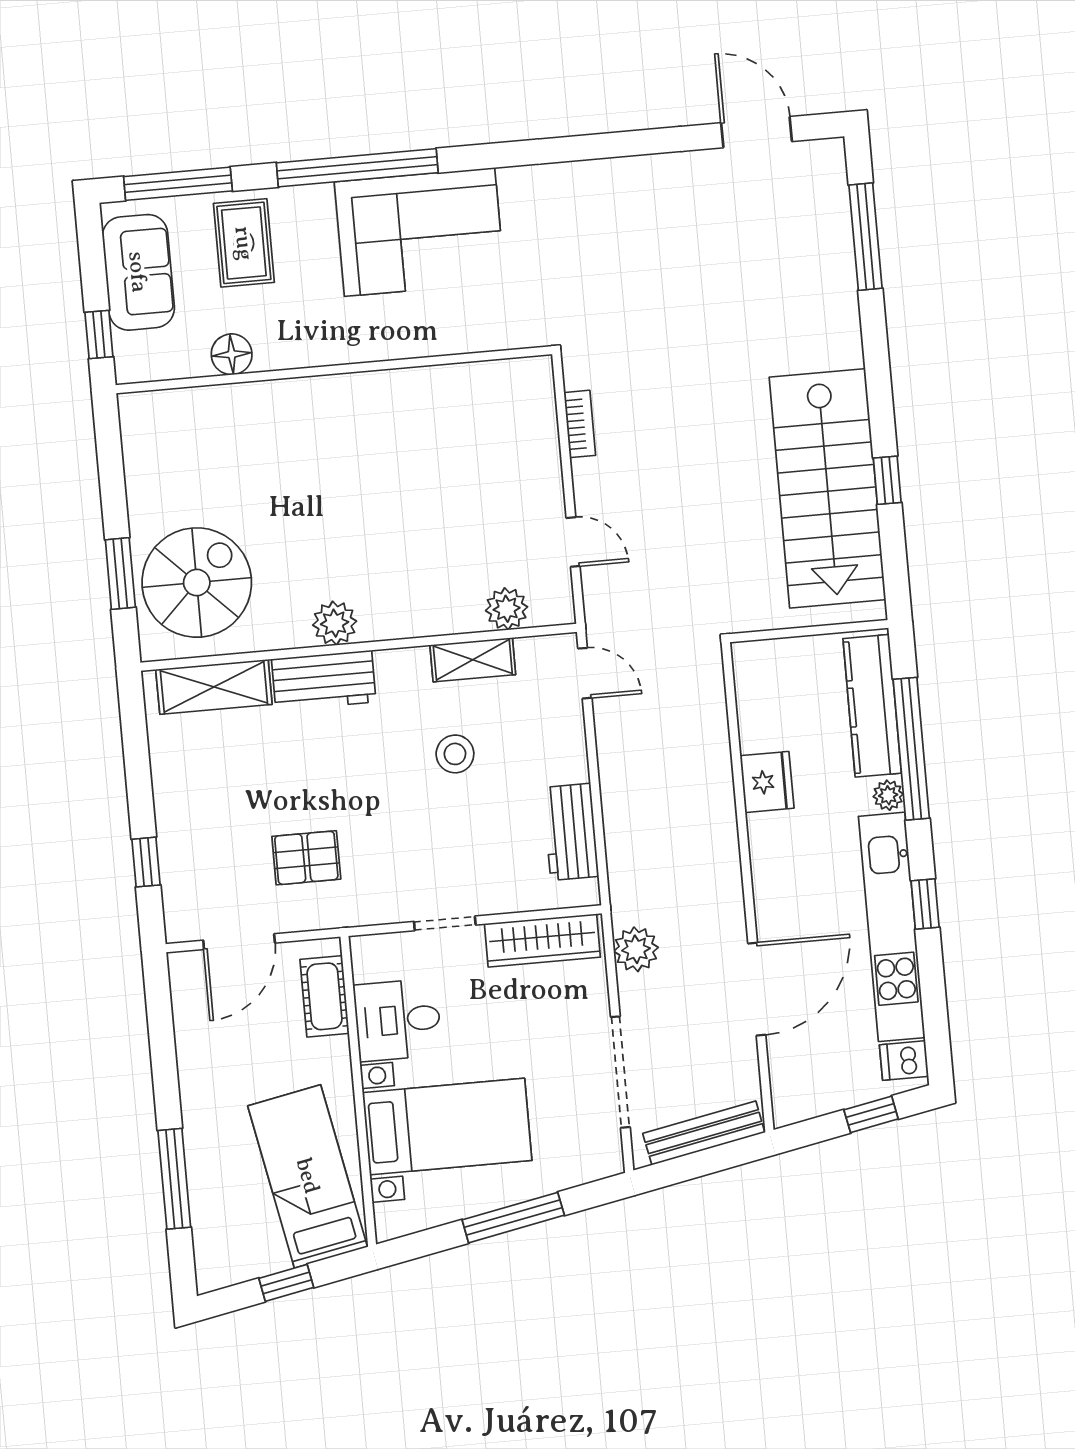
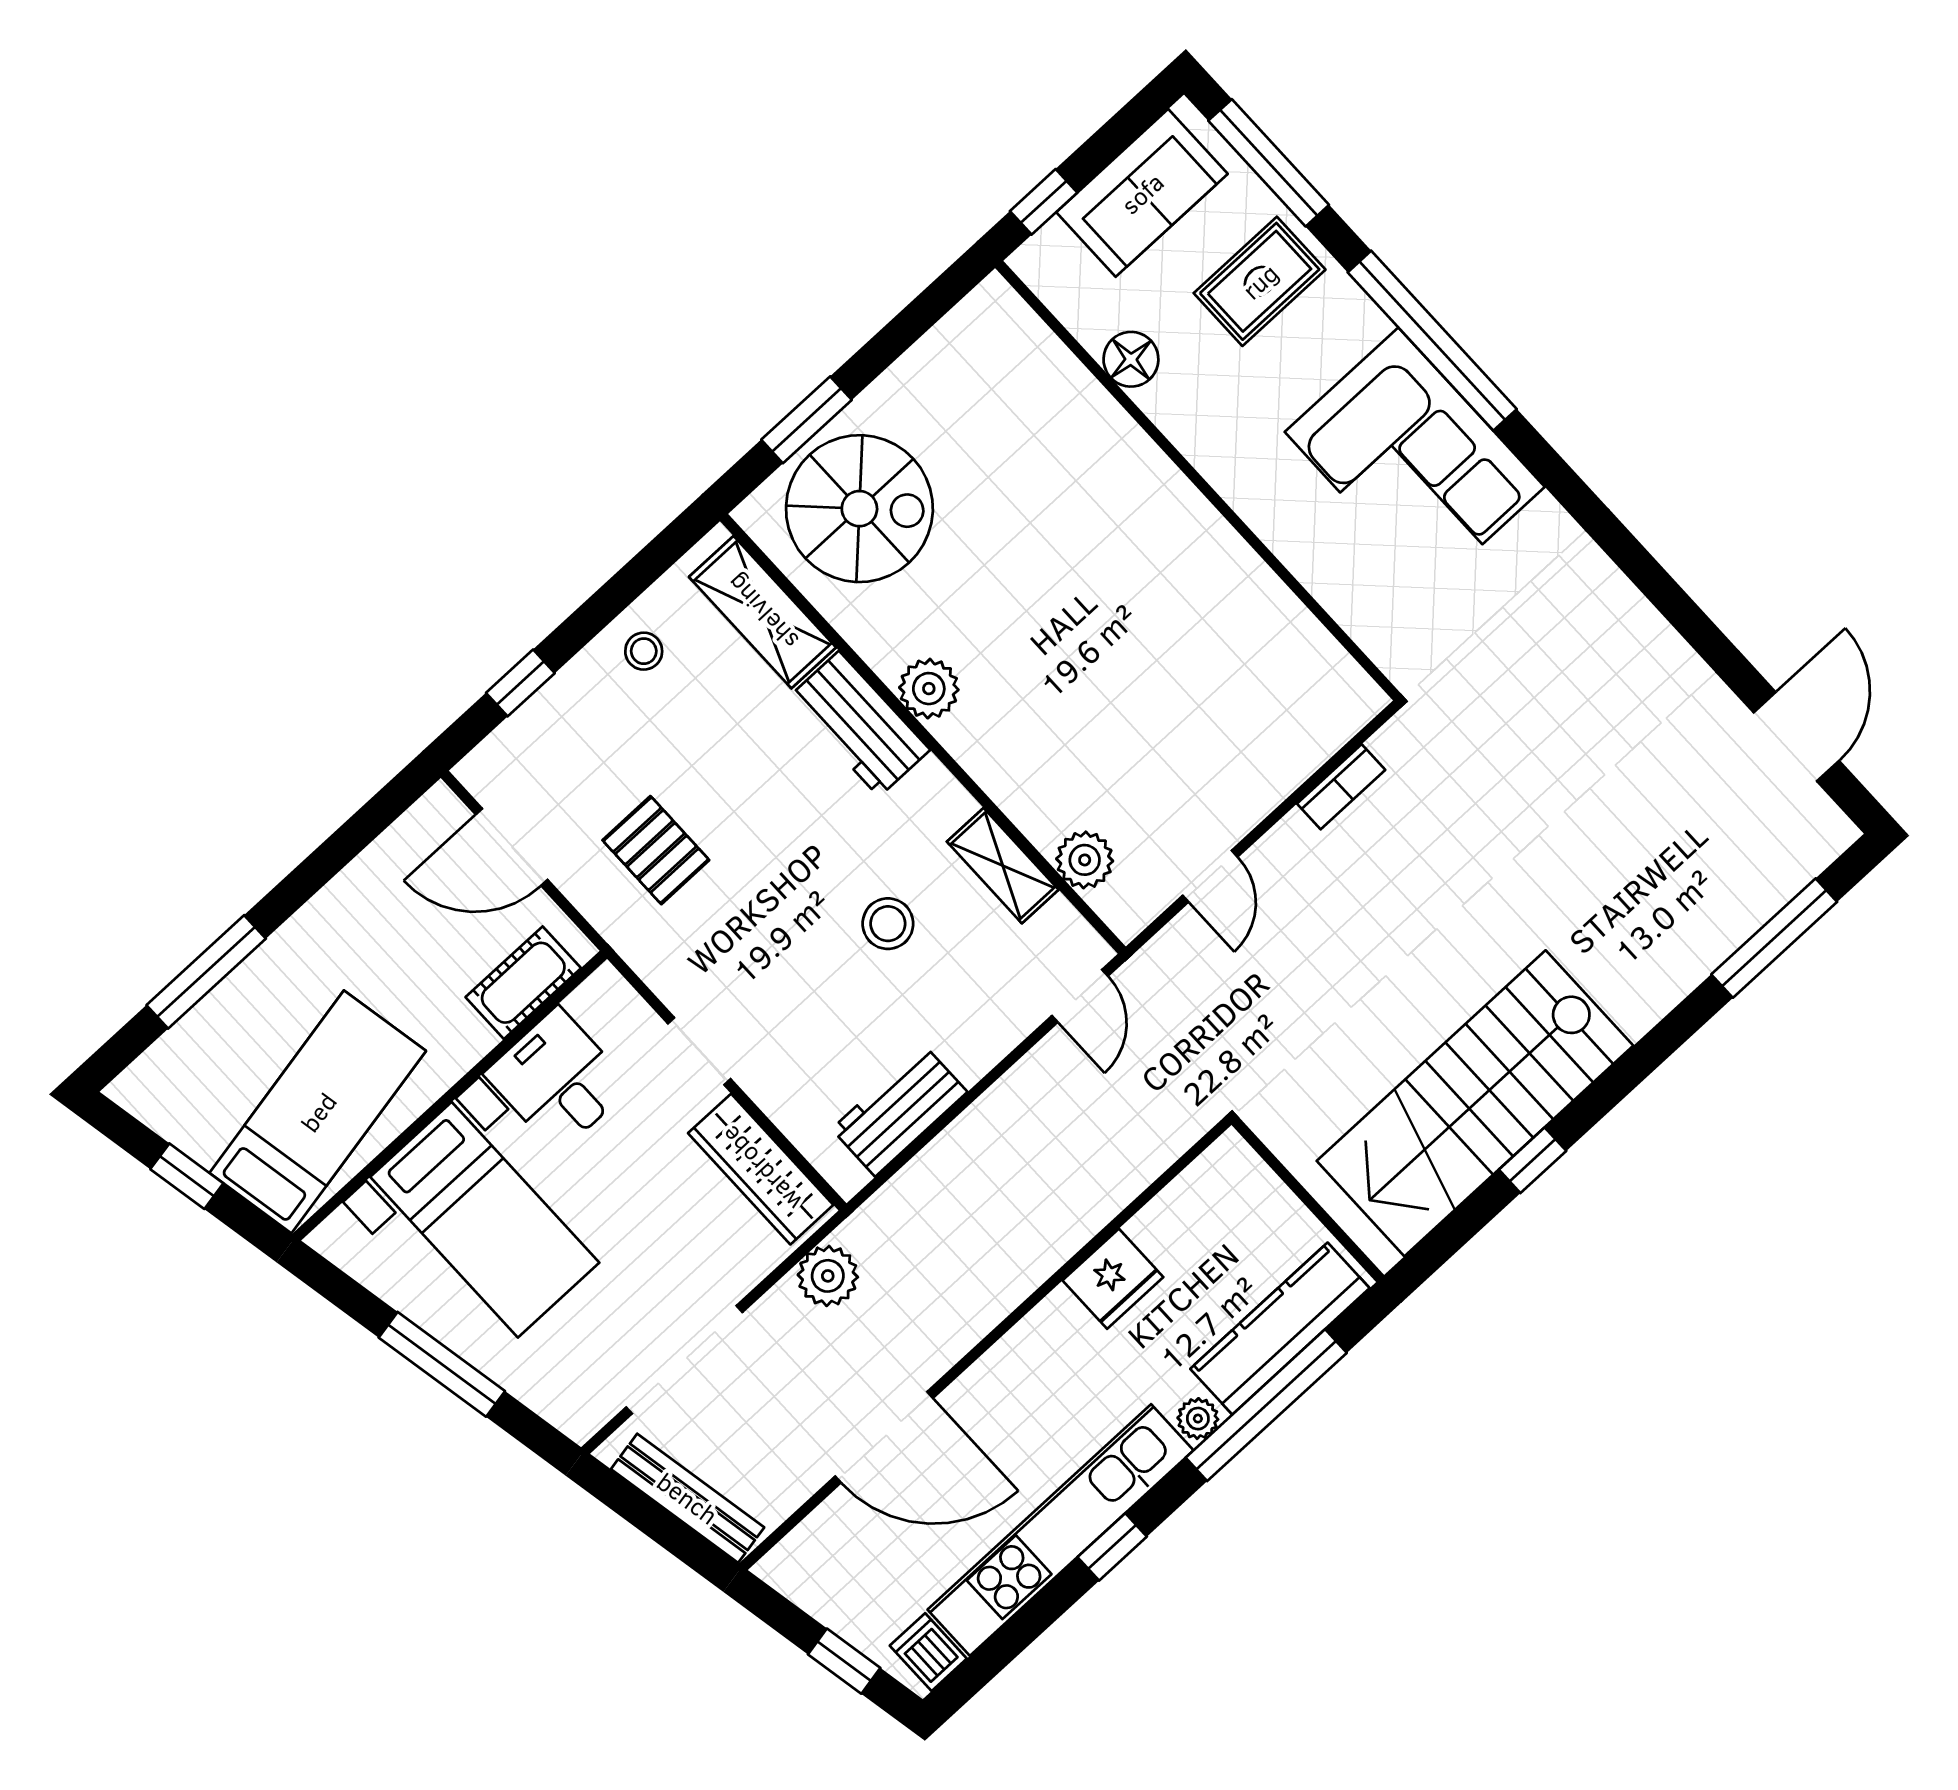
stool: (183, 775) -> (644, 651), added

